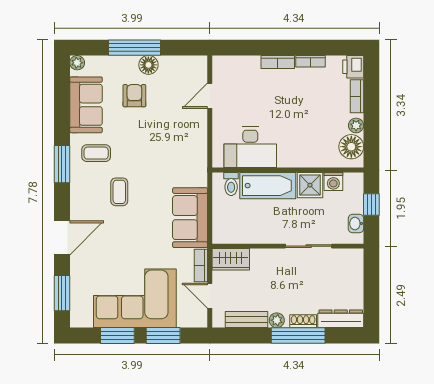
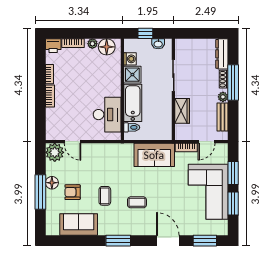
plant: (77, 63) -> (55, 152), moved, width x1.88, depth x1.88
coffee table: (96, 153) -> (105, 196), moved
wardrobe: (231, 259) -> (182, 111), moved

